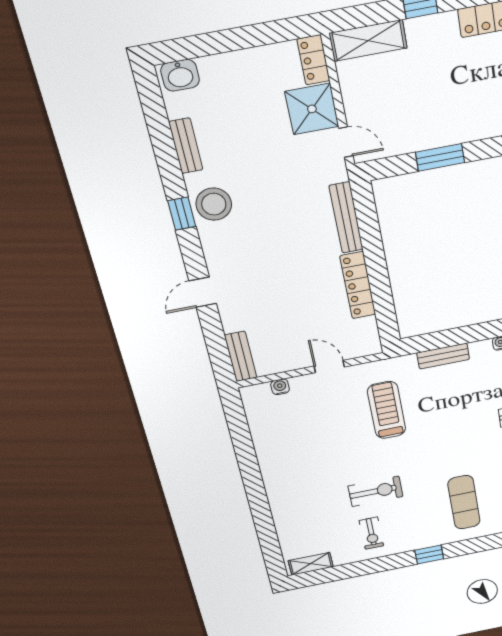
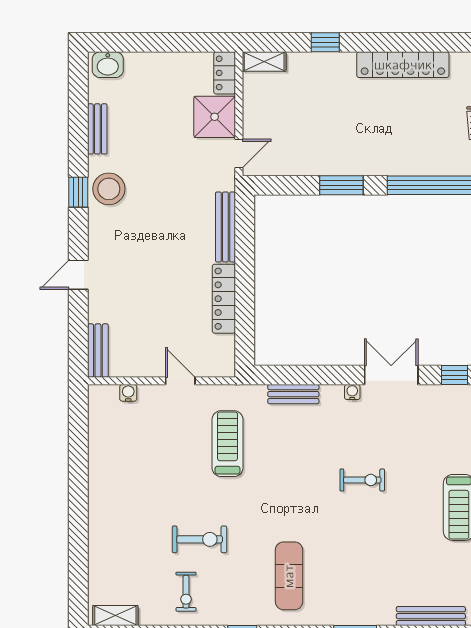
shelving: (368, 40) -> (264, 61), width x0.67, depth x0.75
door: (346, 142) -> (239, 154), hinge flipped
window: (440, 157) -> (341, 185), moved

